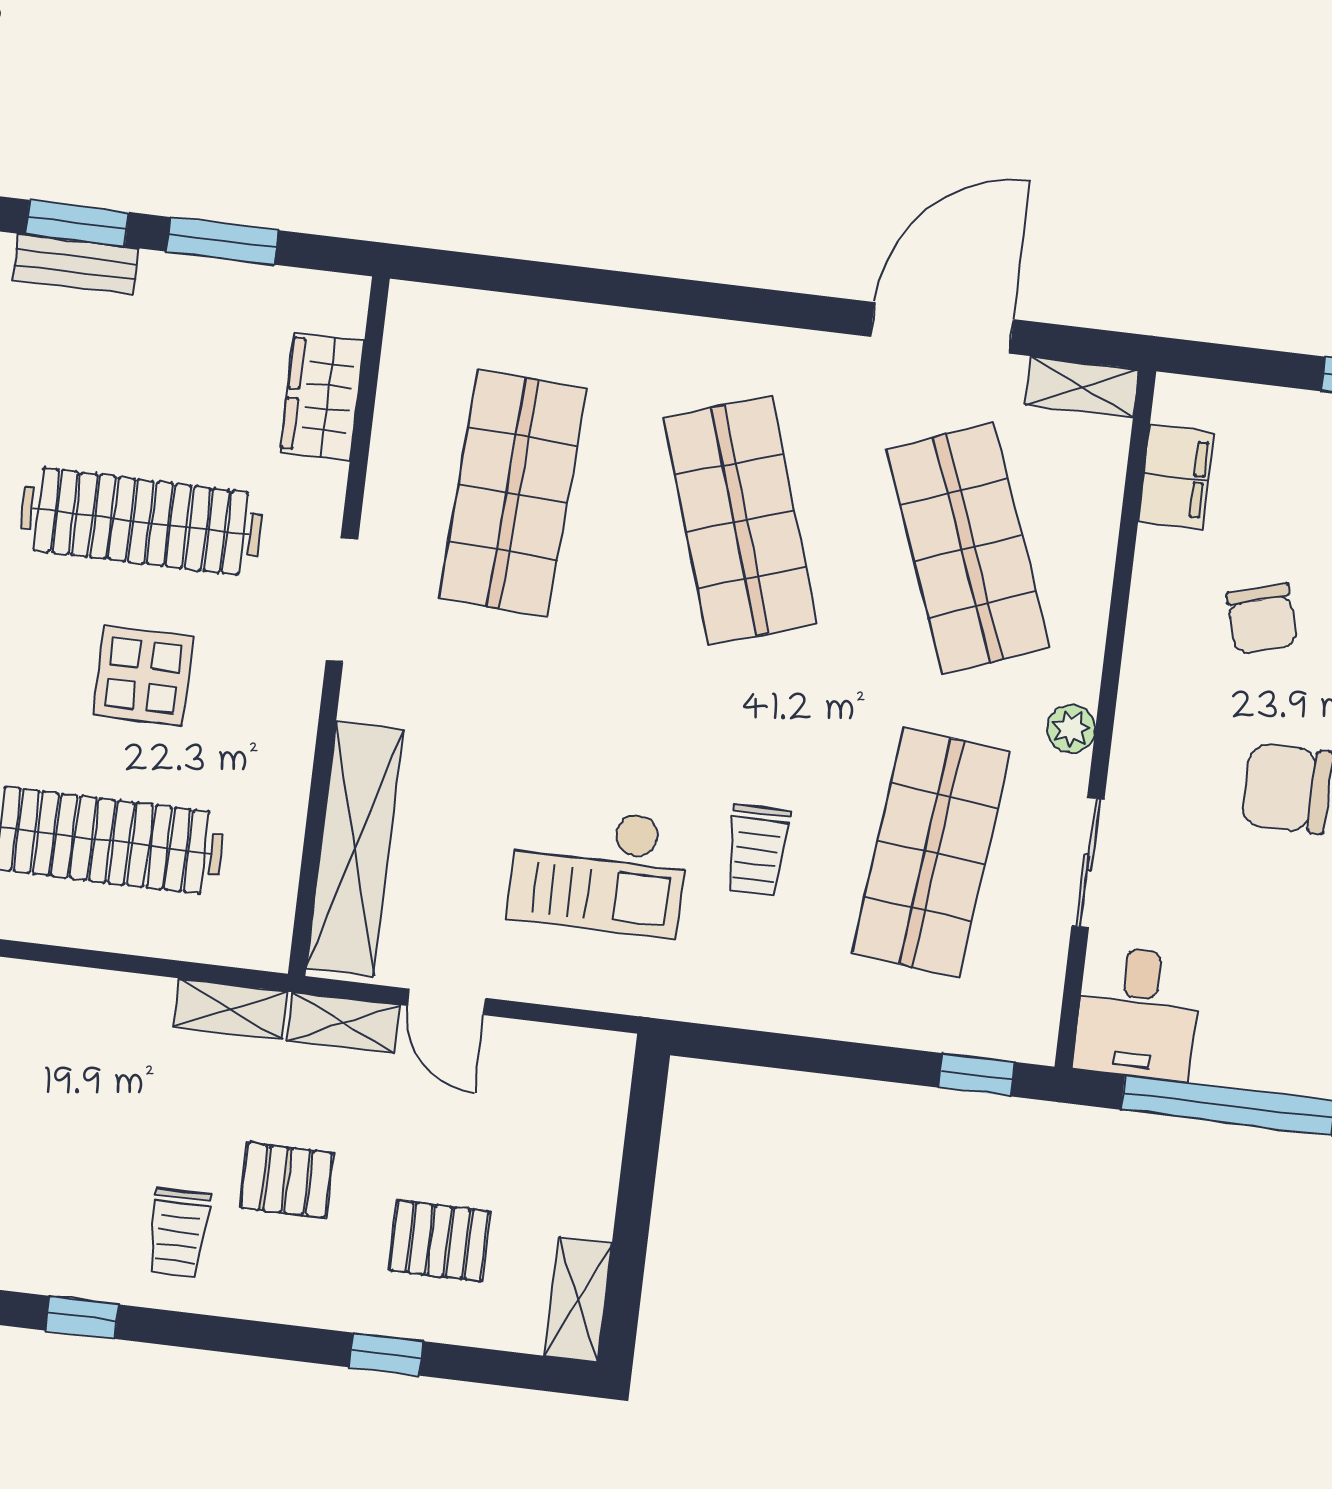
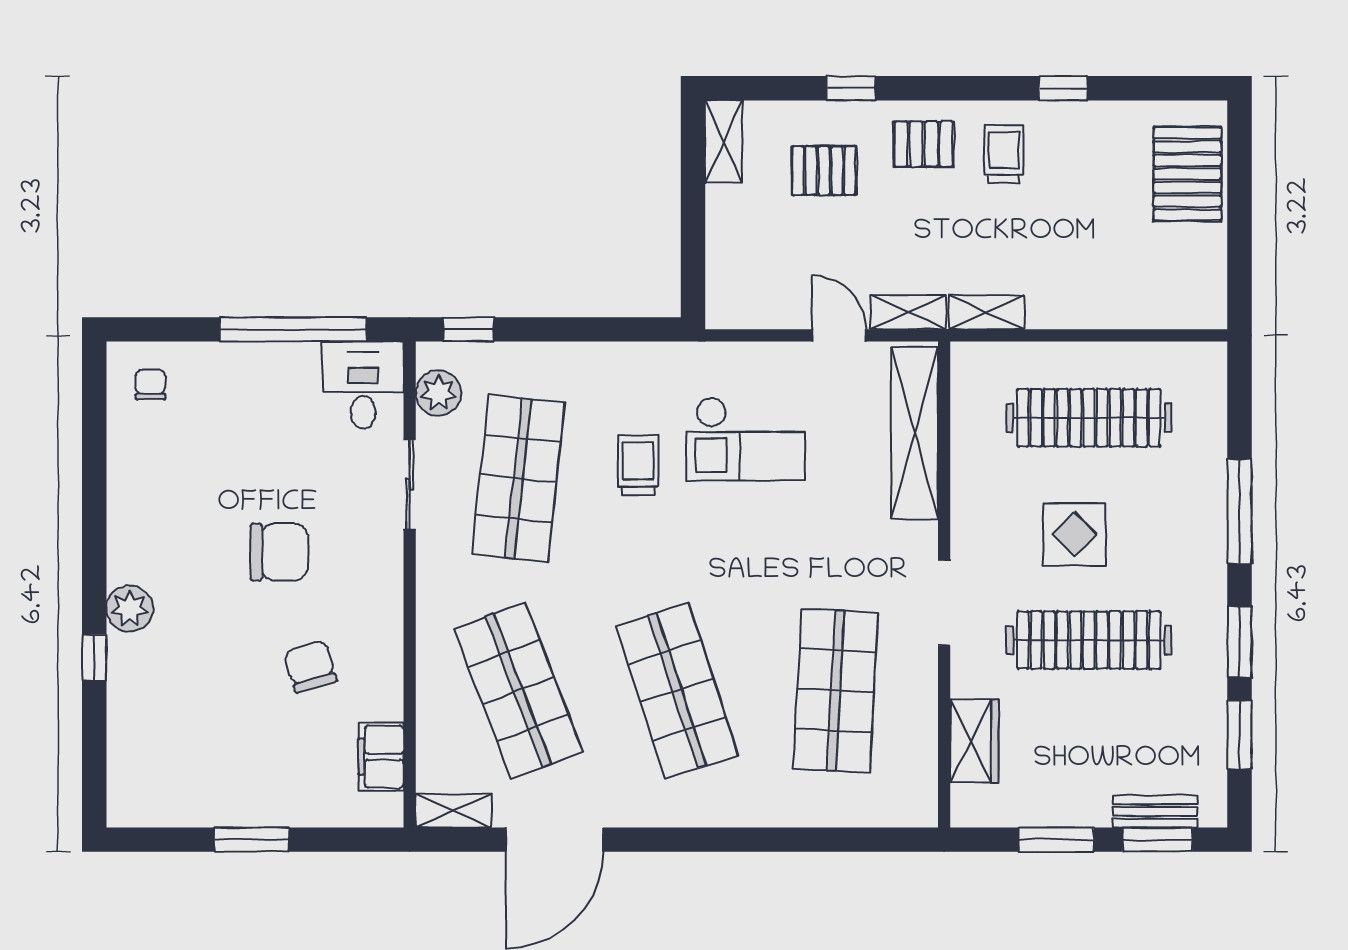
plant: (1071, 729) -> (439, 393), moved, width x1.38, depth x1.38
checkout: (598, 870) -> (746, 439), turned 180
pallet: (287, 1180) -> (924, 144), moved

